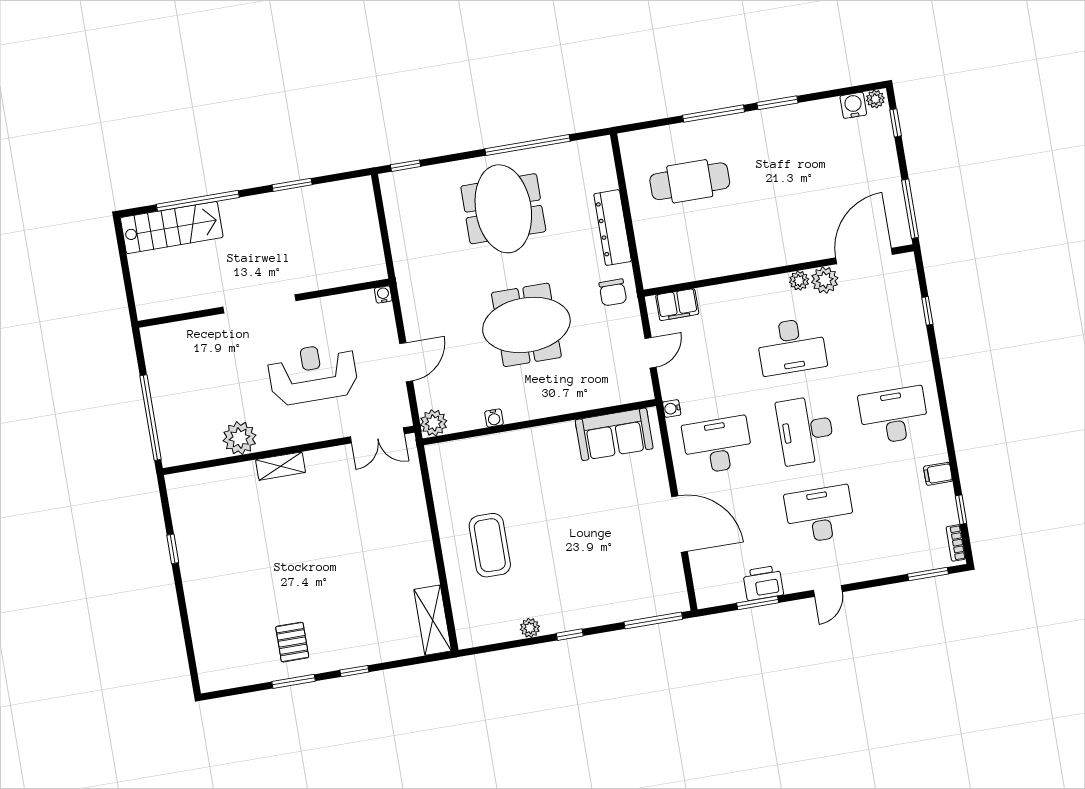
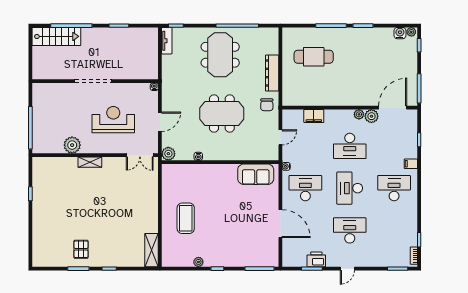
tv unit: (392, 199) -> (167, 41), added
filing cabinet: (677, 305) -> (314, 116), moved
filing cabinet: (938, 474) -> (411, 164), moved

